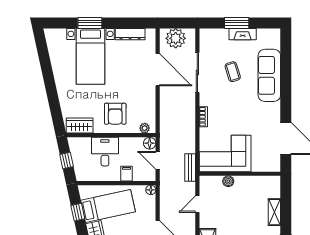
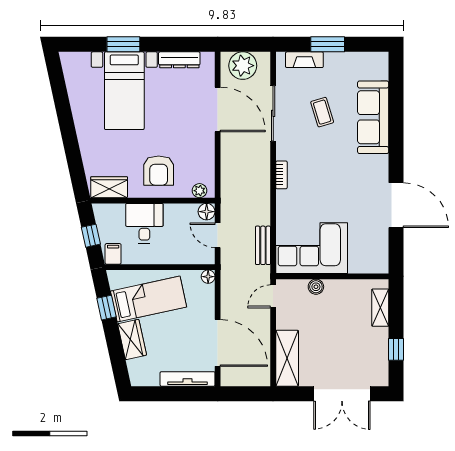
fireplace: (243, 34) -> (304, 60), moved
corner sofa: (225, 153) -> (312, 248), moved
filing cabinet: (126, 174) -> (113, 254), moved
wall: (240, 174) -> (332, 276), moved
boiler: (228, 181) -> (316, 287), moved

